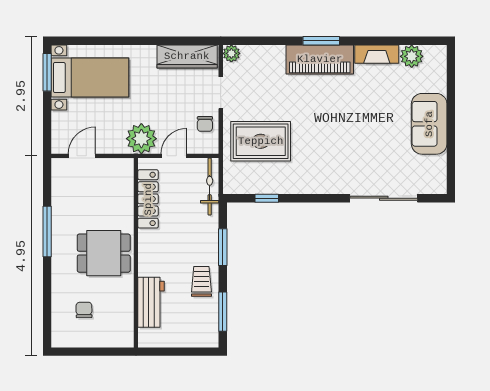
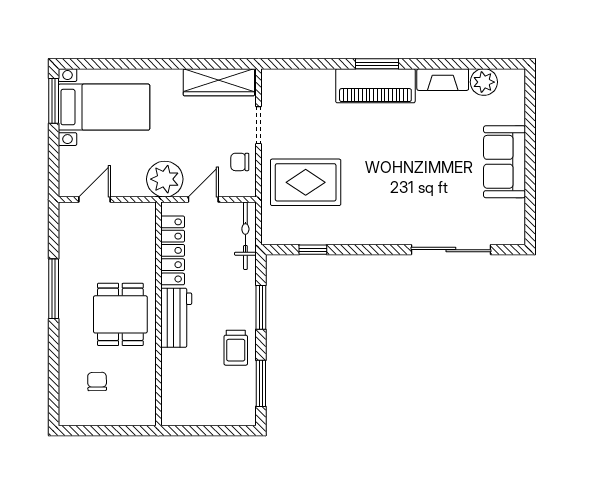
plant: (231, 53) -> (271, 79), removed
chair: (205, 124) -> (240, 162), turned 90
dining table: (104, 253) -> (120, 314), turned 90
trolley: (201, 281) -> (236, 348), turned 180
workbench: (151, 302) -> (176, 318), moved

